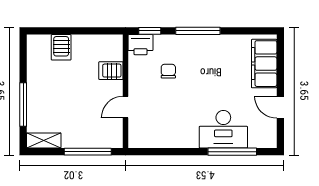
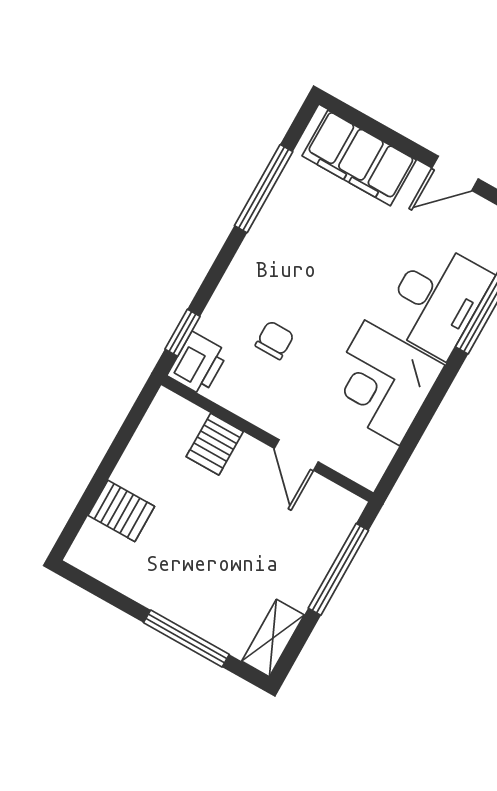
window: (198, 31) -> (264, 189), moved
chair: (168, 71) -> (275, 340), turned 90
corner desk: (176, 126) -> (382, 383), added

